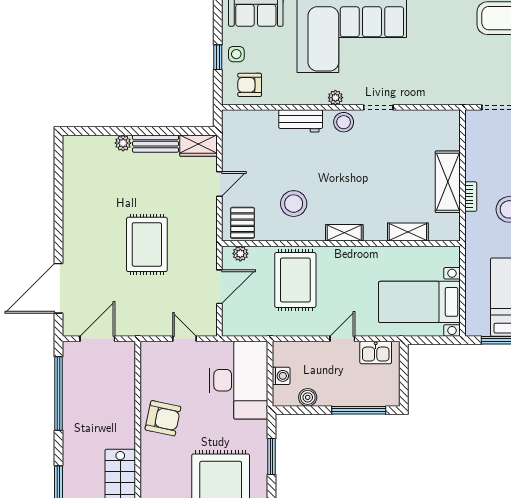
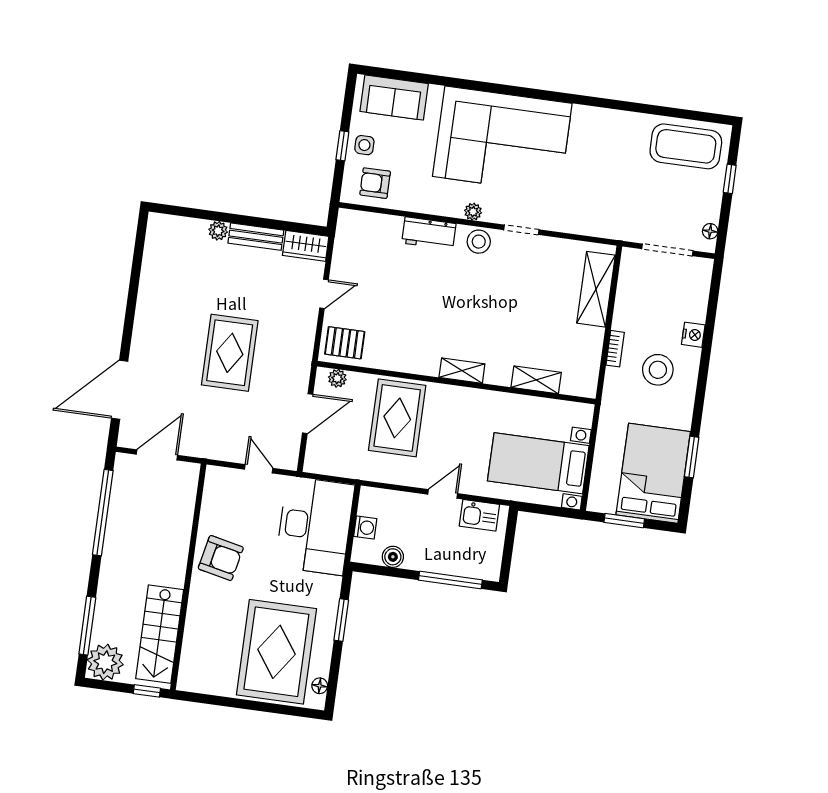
shelving: (448, 182) -> (596, 289), moved
stool: (294, 204) -> (407, 329), removed
pallet: (243, 223) -> (345, 343), turned 90

